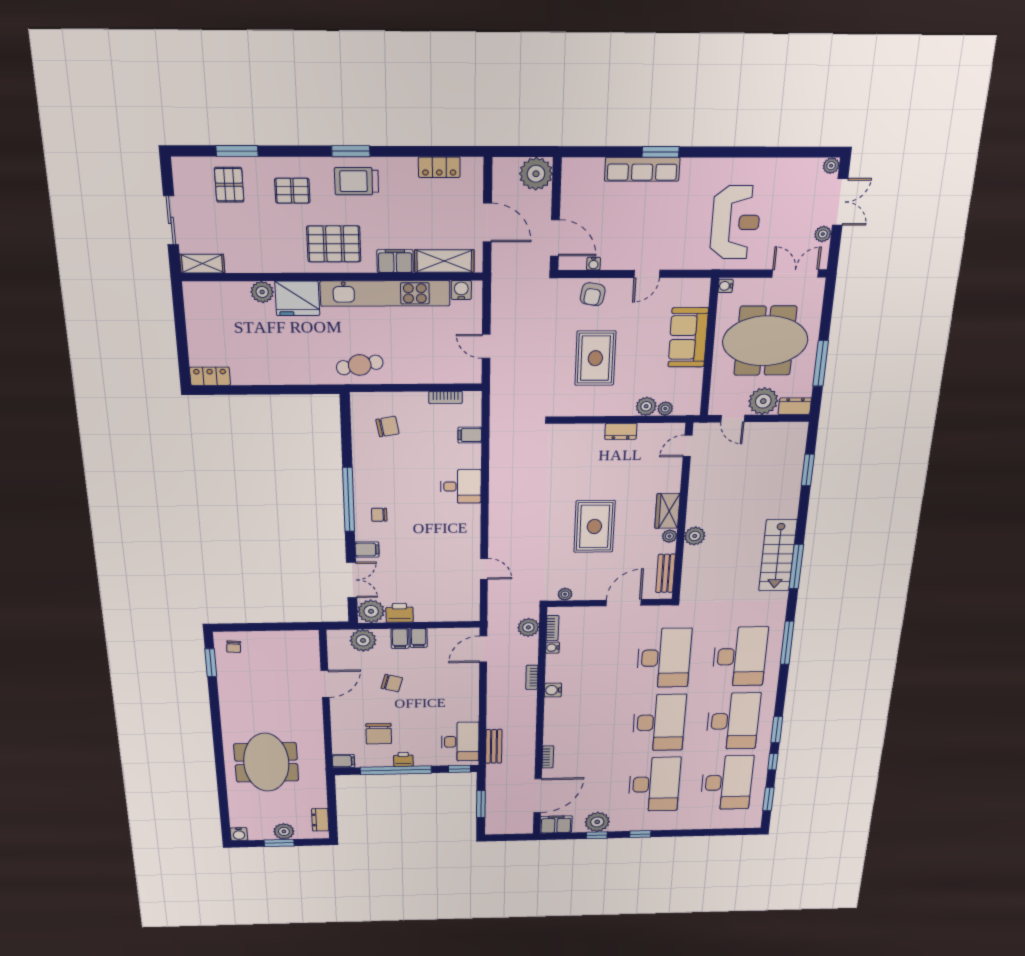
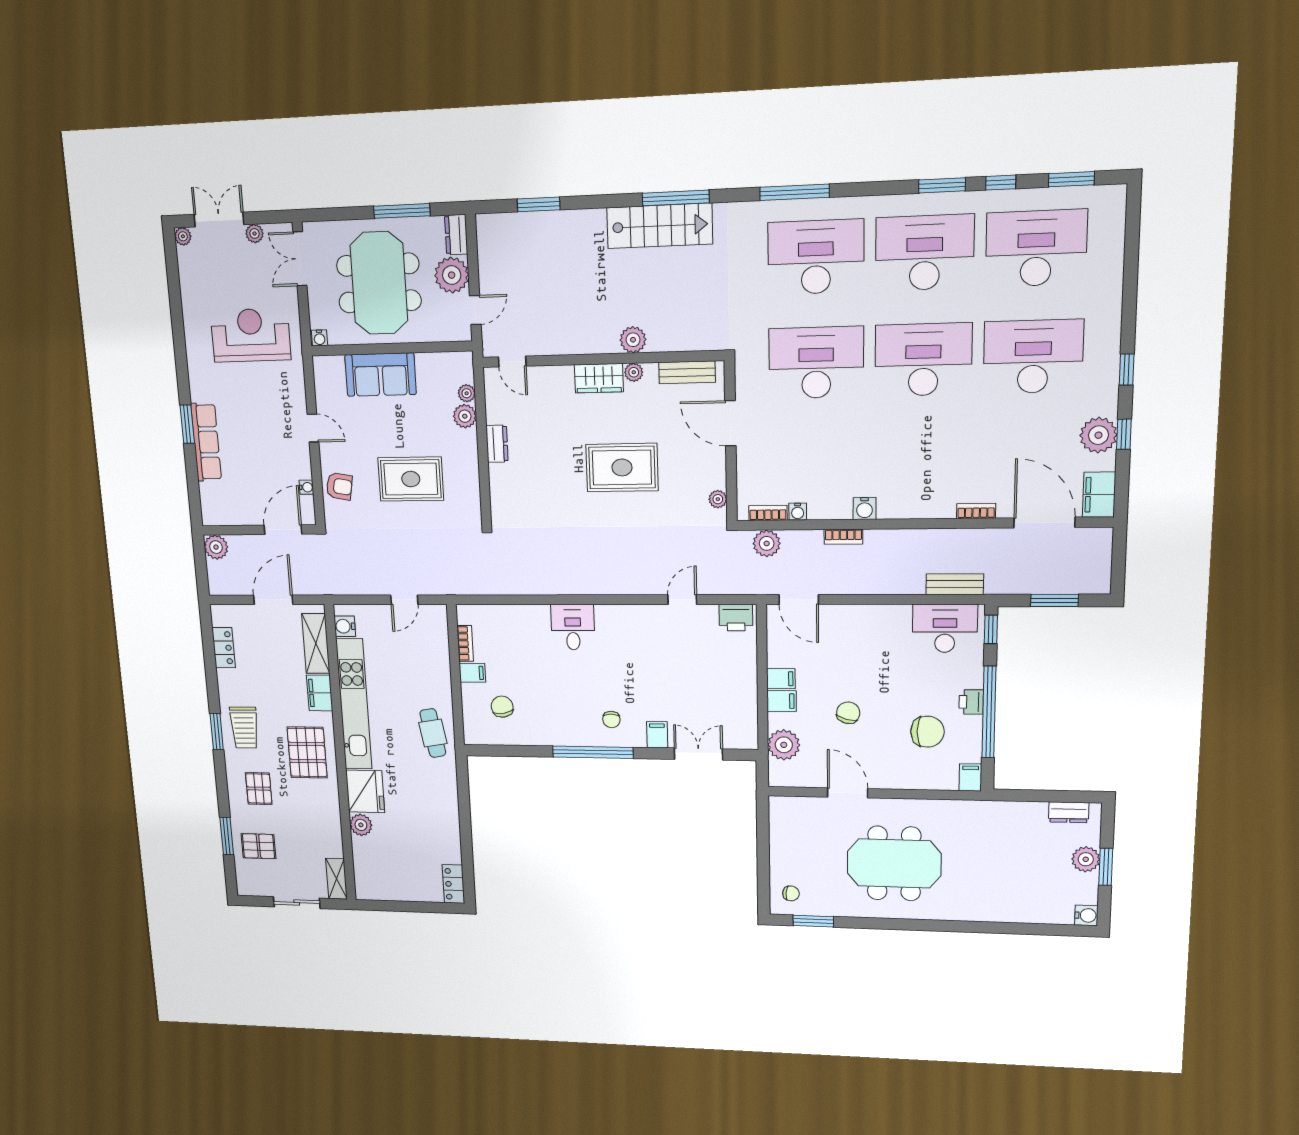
plant: (536, 174) -> (216, 547), width x0.73, depth x0.73
filing cabinet: (470, 435) -> (472, 673), moved, turned -90
plant: (371, 611) -> (742, 734), removed
printer: (400, 613) -> (736, 617), moved, turned -90
meeting table: (266, 762) -> (894, 863), moved

